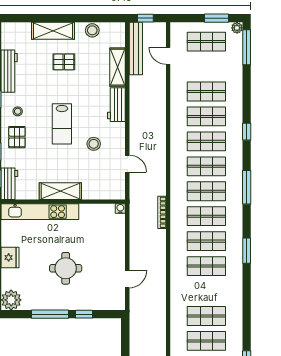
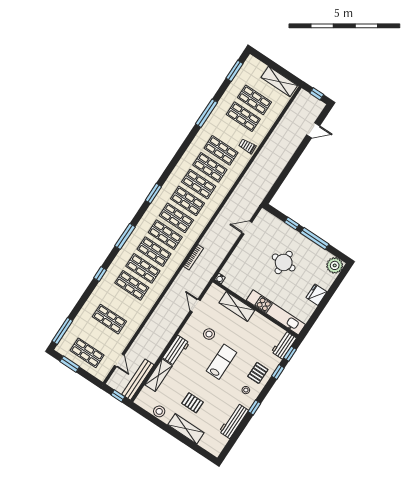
plant: (237, 28) -> (60, 348), removed
shop shelf: (206, 116) -> (199, 184), moved
shelving: (60, 191) -> (237, 306), moved

